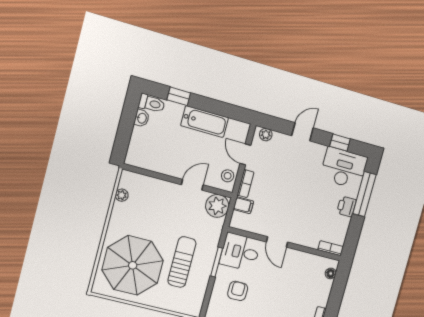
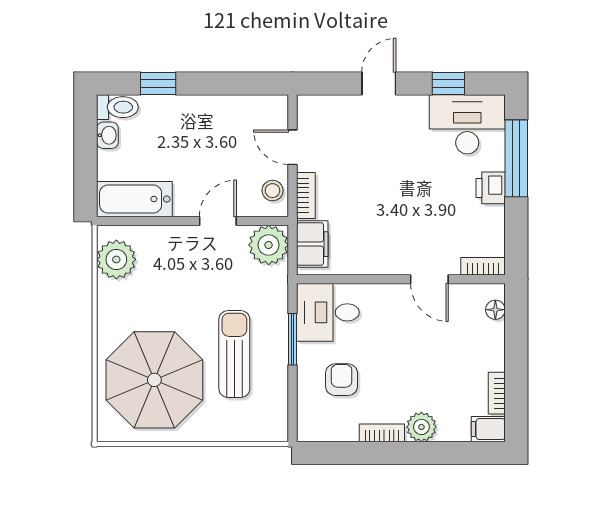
bathtub: (205, 122) -> (134, 199), moved, turned 180
plant: (266, 135) -> (318, 105), removed
plant: (122, 195) -> (116, 259), width x1.88, depth x1.88
filing cabinet: (243, 205) -> (312, 244), width x2.00
door: (277, 242) -> (429, 279), moved

